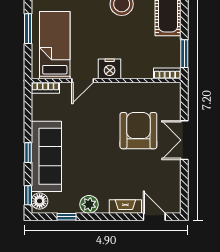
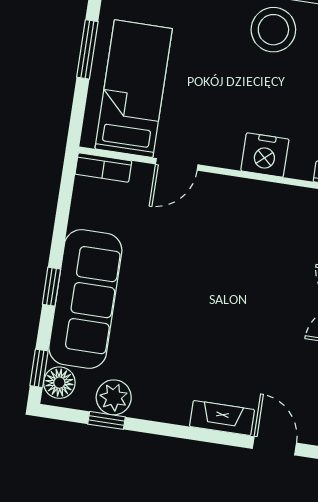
nightstand: (110, 69) -> (265, 155), moved
armchair: (138, 131) -> (269, 277), removed
plant: (89, 204) -> (114, 397), moved

